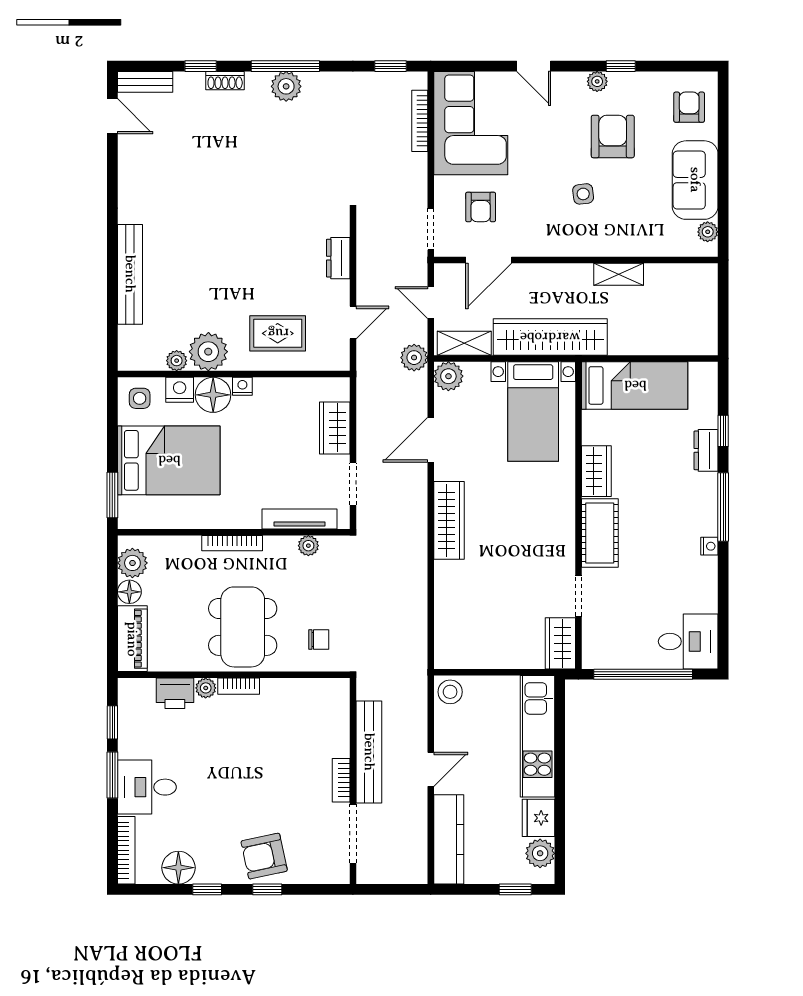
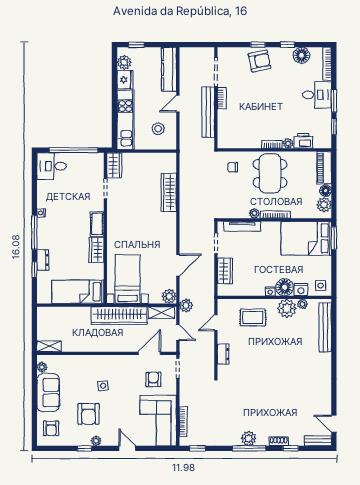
bench: (130, 274) -> (325, 327), moved
shelving: (619, 274) -> (49, 346), moved
bed: (169, 460) -> (306, 238), moved
wardrobe: (449, 520) -> (169, 193), moved
cot: (600, 533) -> (97, 224), width x0.73, depth x0.75
plant: (308, 546) -> (254, 213), moved
stool: (450, 692) -> (158, 129), moved

